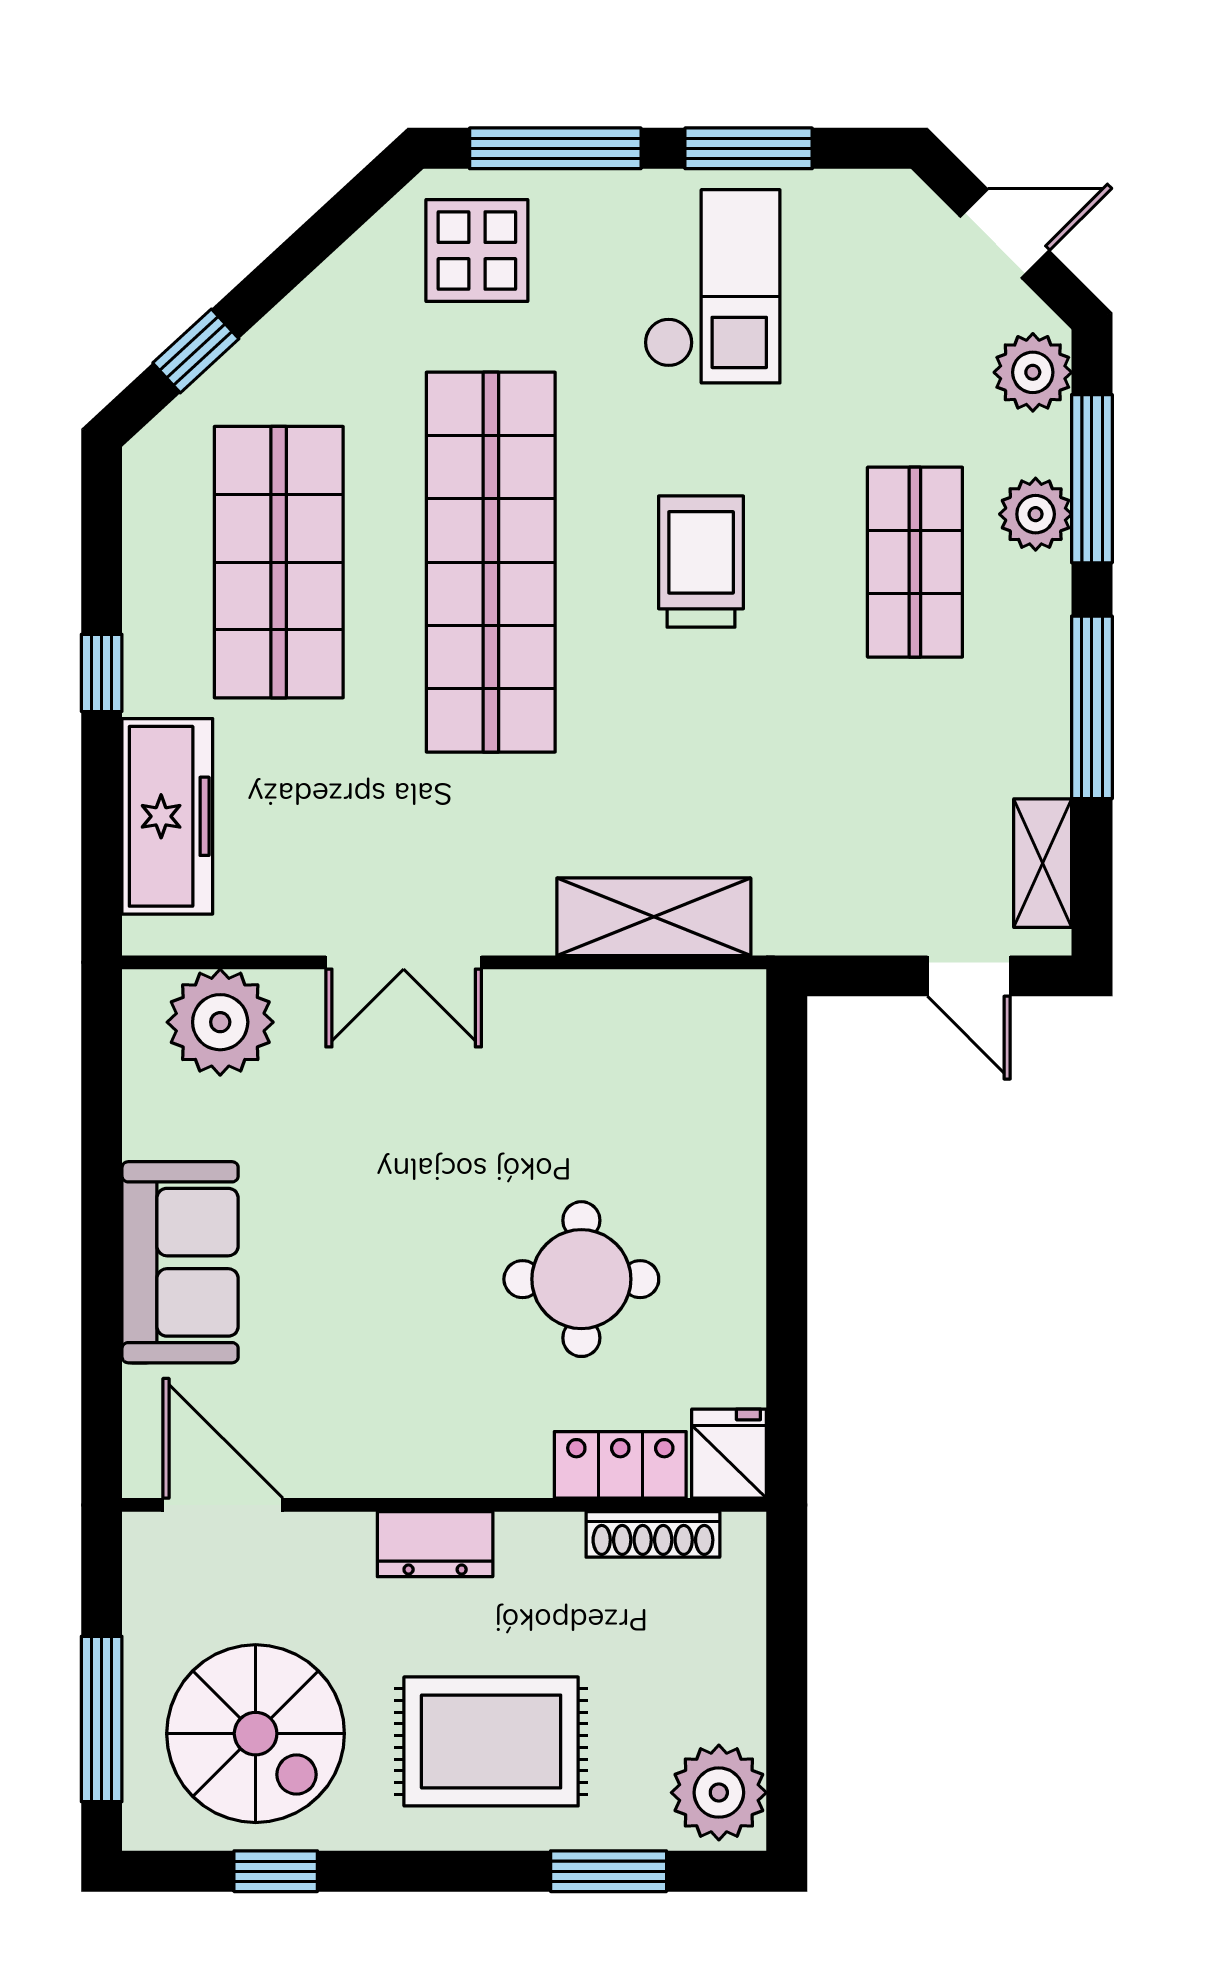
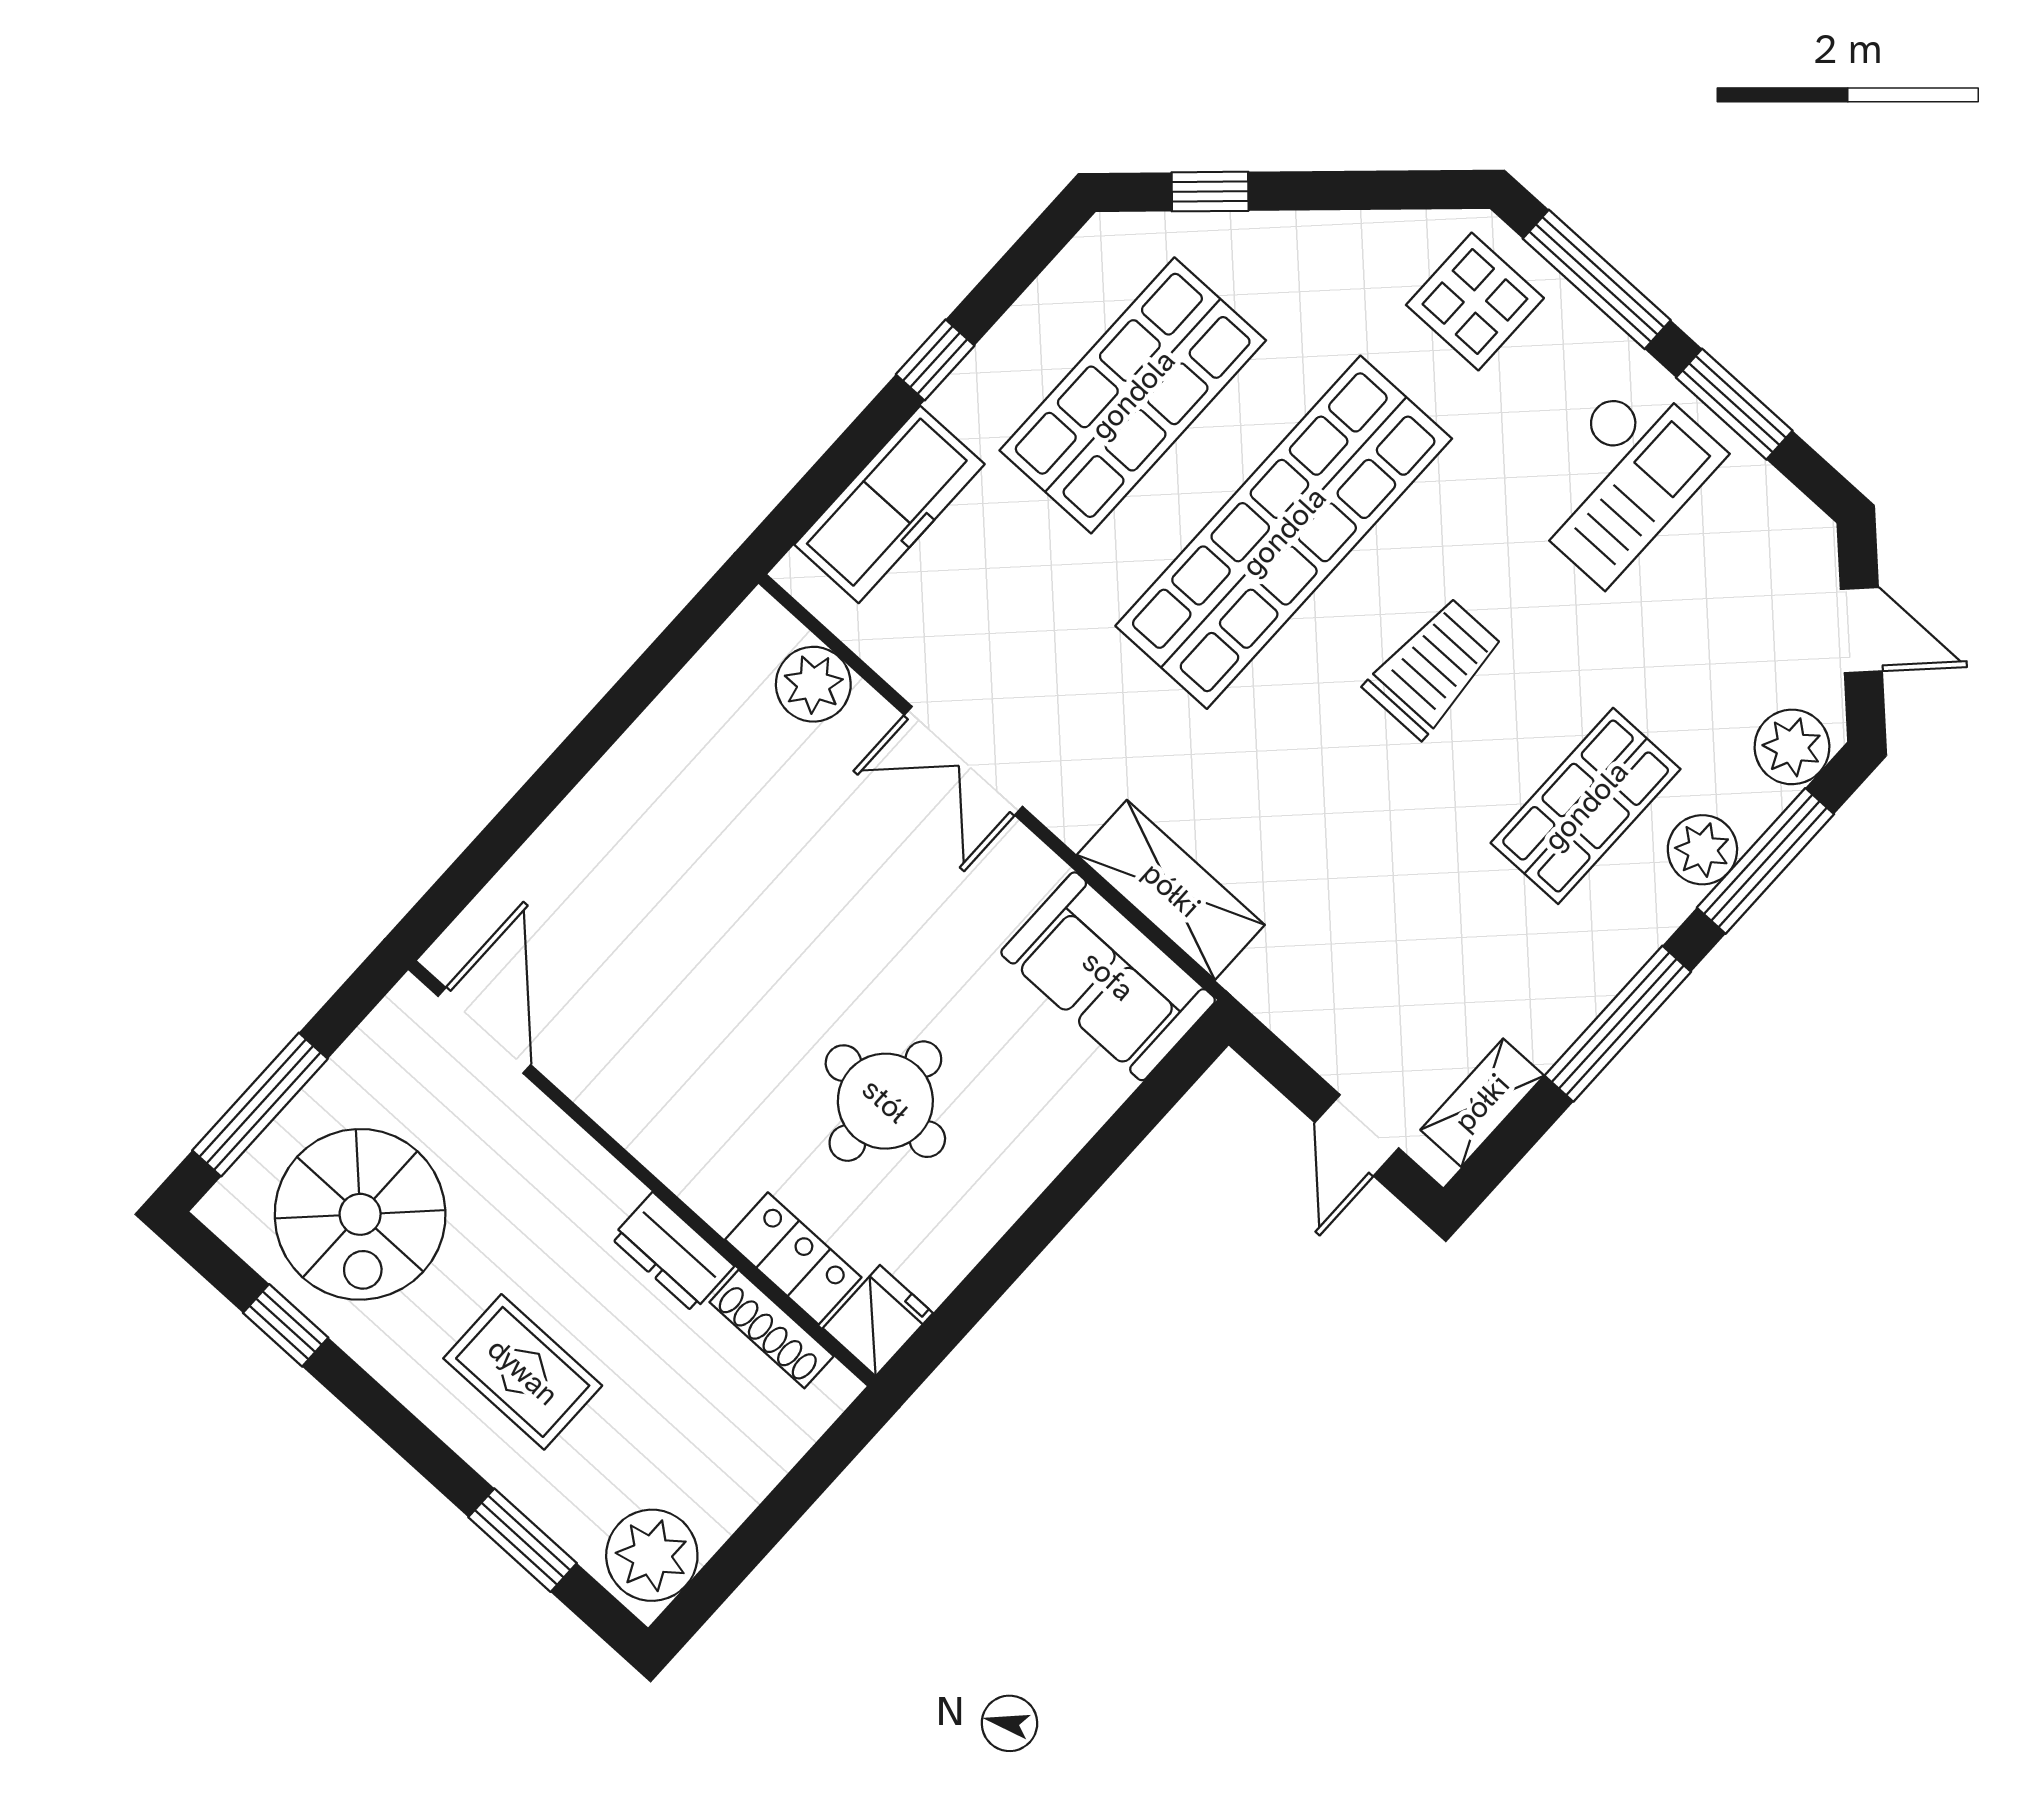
plant: (220, 1022) -> (813, 684), width x0.73, depth x0.73
sofa: (180, 1262) -> (1108, 976), moved, turned 90
dresser: (435, 1544) -> (673, 1252), moved
rug: (491, 1741) -> (523, 1372), width x0.73, depth x0.70

